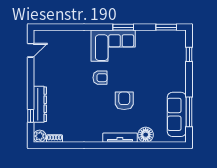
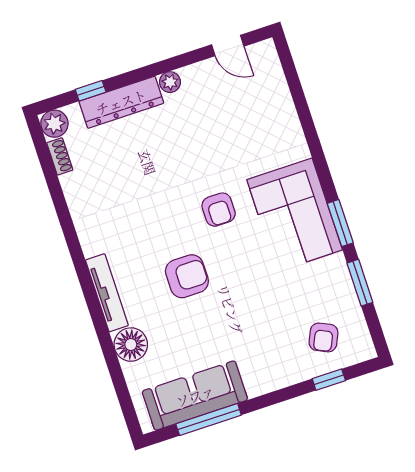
window: (166, 27) -> (360, 283), moved
armchair: (170, 51) -> (323, 337), added
plant: (38, 80) -> (170, 82), added

